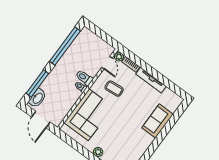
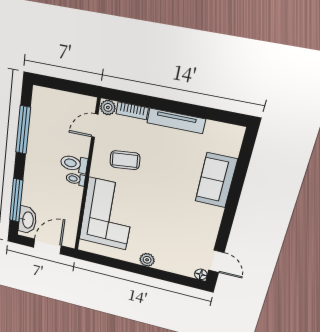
window: (65, 46) -> (23, 130), width x0.68
door: (107, 63) -> (95, 126), swing flipped
door: (41, 120) -> (47, 246), swing flipped

